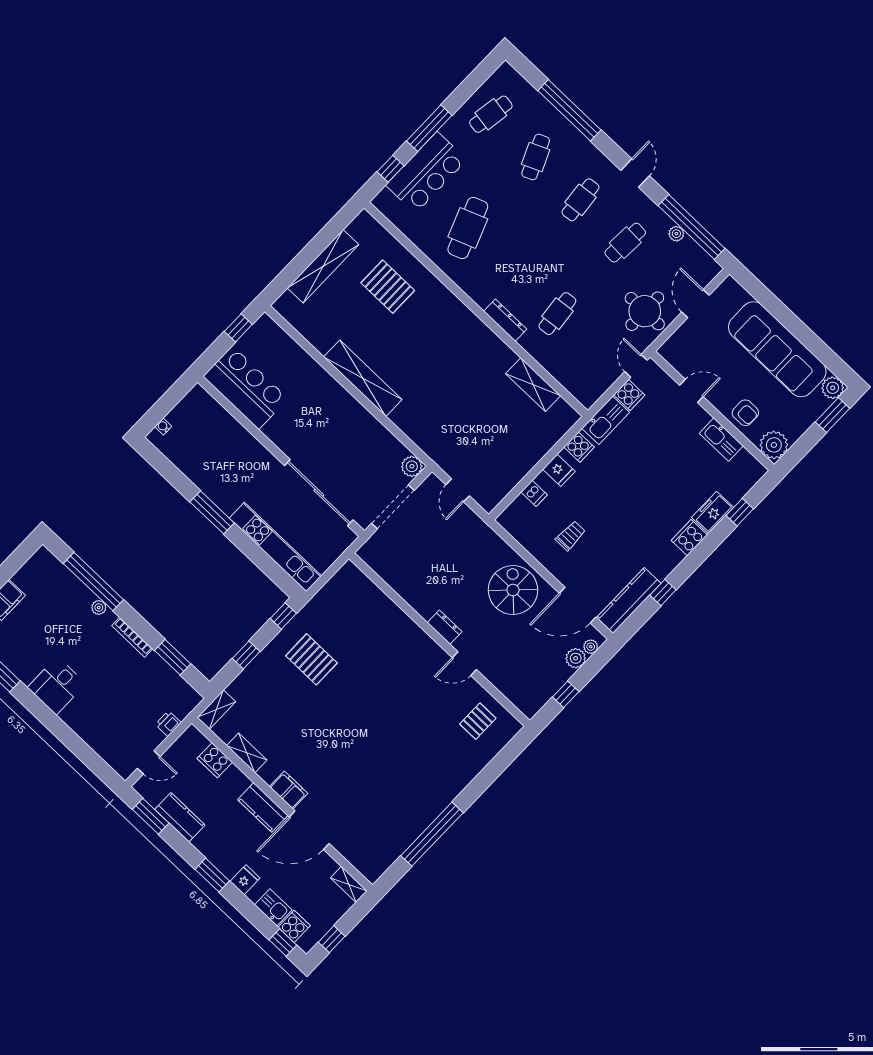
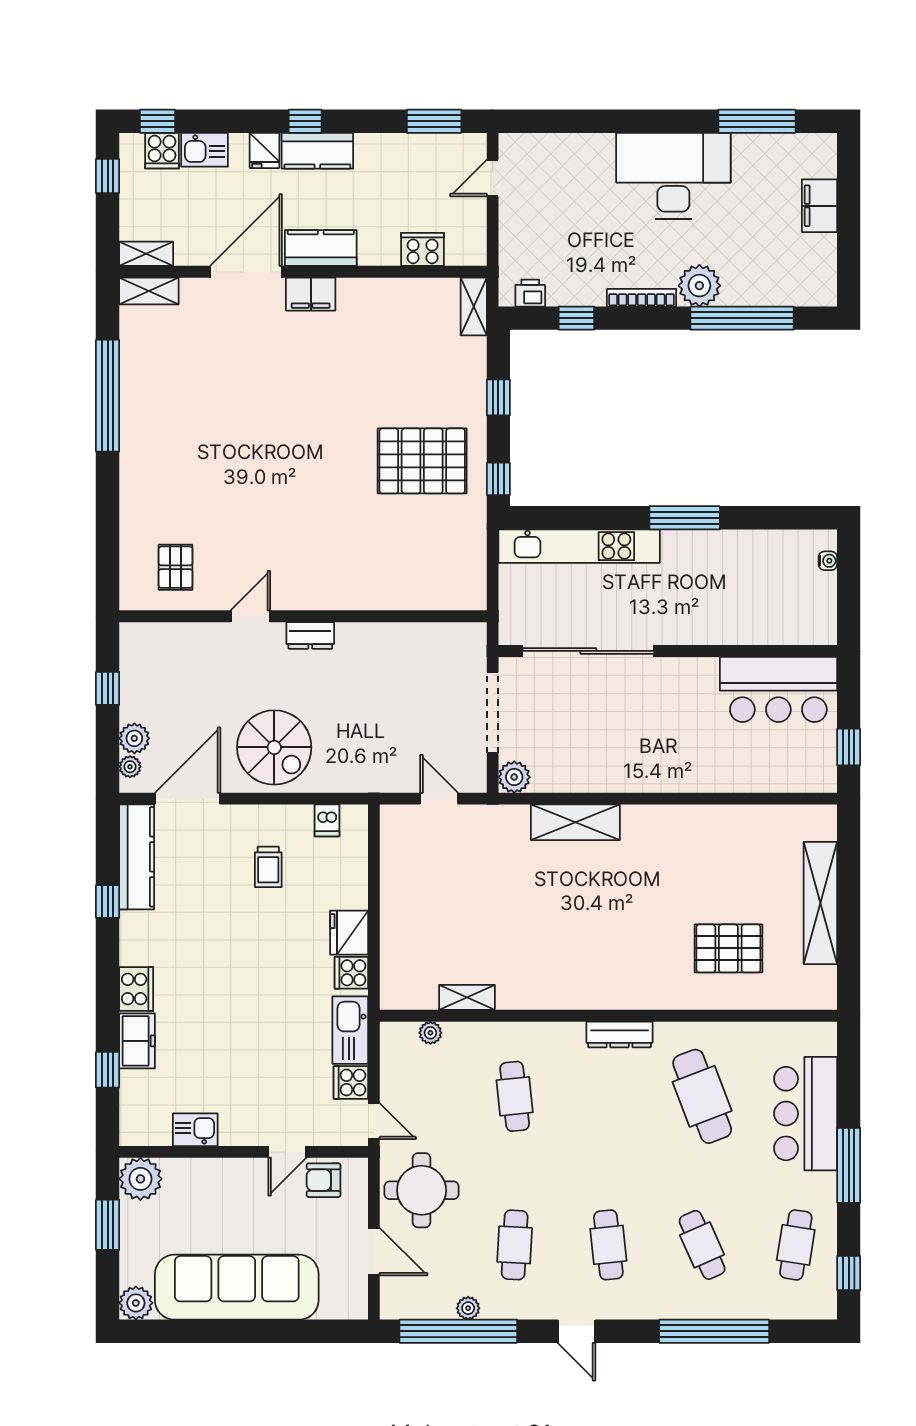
window: (391, 169) -> (849, 1273), moved
dresser: (505, 320) -> (619, 1034), moved
shelving: (363, 378) -> (575, 822), moved, width x0.68
plant: (569, 382) -> (430, 1033), added
shelving: (533, 385) -> (467, 997), width x0.67, depth x0.75
armchair: (745, 413) -> (323, 1180), moved
window: (833, 415) -> (108, 1225), moved
kitchen sink: (721, 440) -> (195, 1130), width x0.73
fridge: (559, 470) -> (349, 933), width x1.38
dishwasher: (534, 493) -> (327, 820), moved, turned -90
plant: (99, 607) -> (699, 286), width x1.87, depth x1.87
window: (173, 657) -> (576, 318), width x0.67
pallet: (311, 659) -> (422, 461), width x1.37, depth x1.41
desk: (57, 686) -> (673, 176), width x1.87, depth x1.30
printer: (168, 724) -> (530, 293), moved, turned -90
shelving: (247, 753) -> (149, 291), moved
kitchen counter: (180, 817) -> (317, 151), moved
window: (212, 875) -> (305, 121), width x0.67

